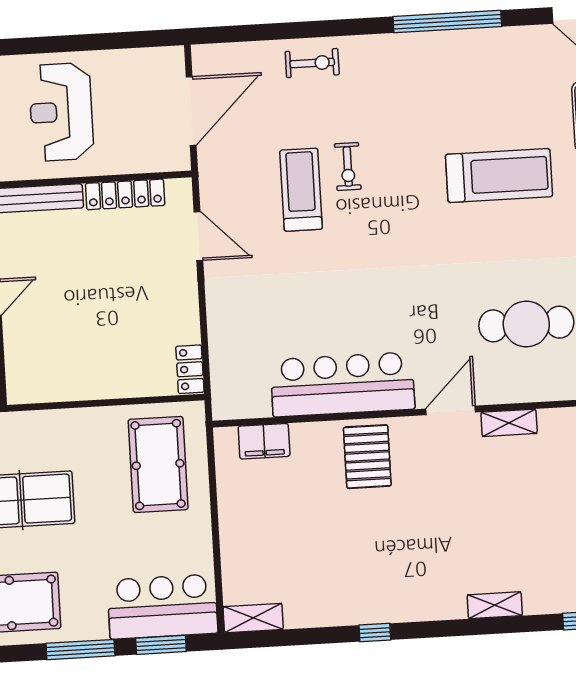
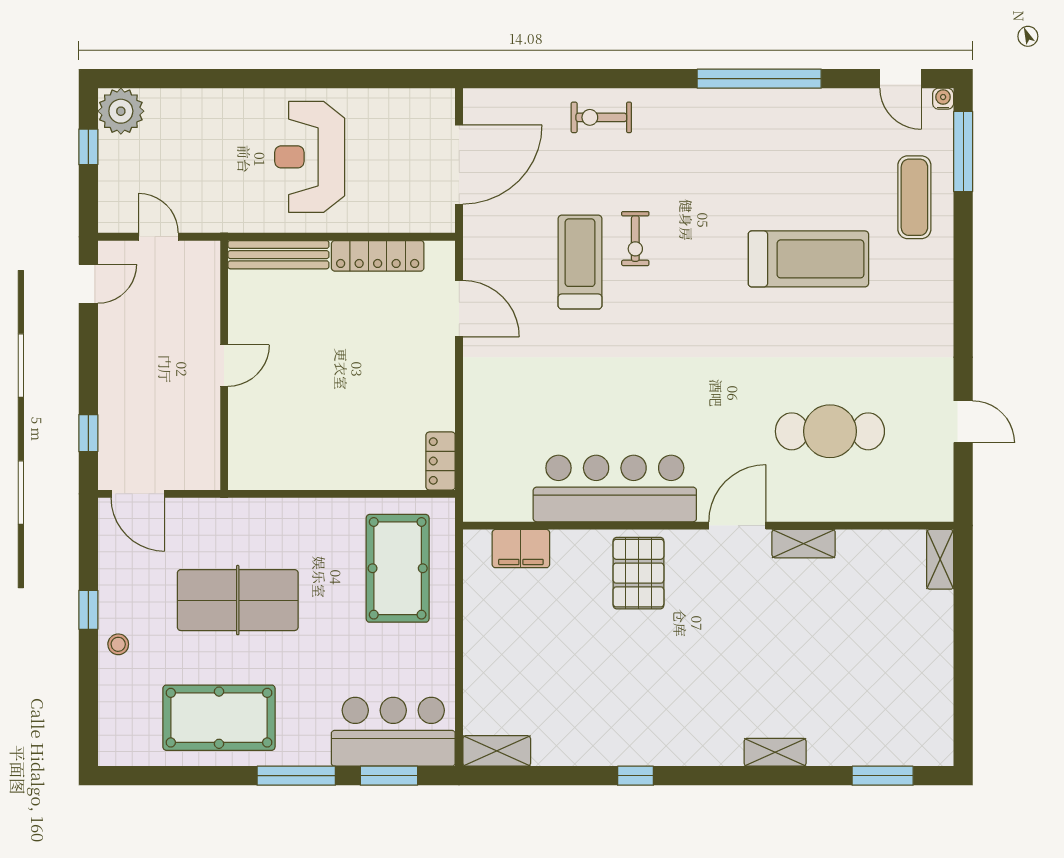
exercise bike: (312, 63) -> (601, 117), turned 180

